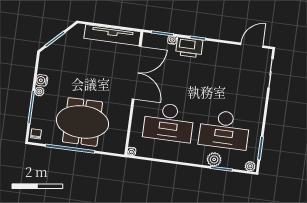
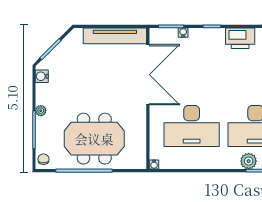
printer: (189, 47) -> (240, 38), moved
water cooler: (42, 80) -> (42, 76), moved

